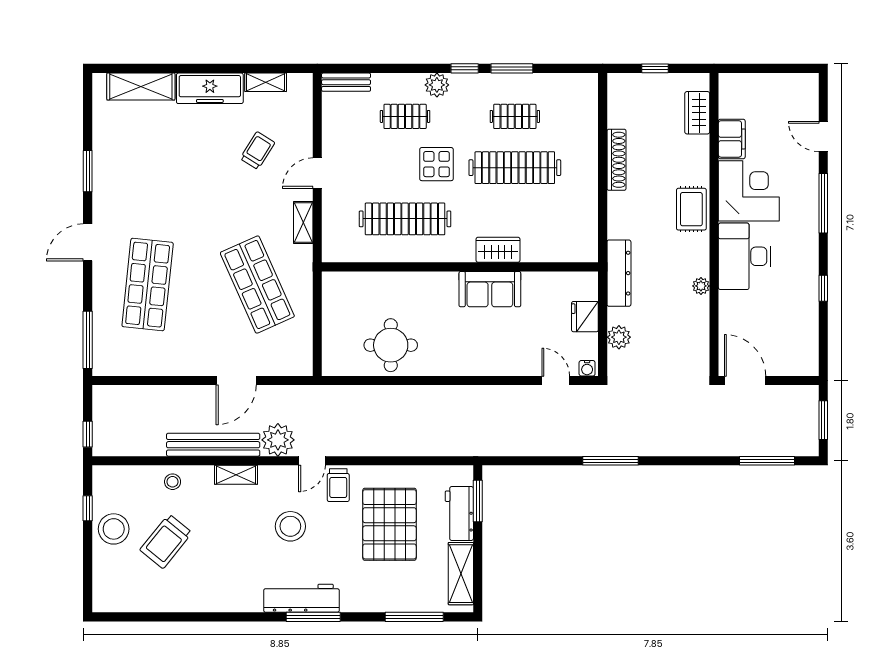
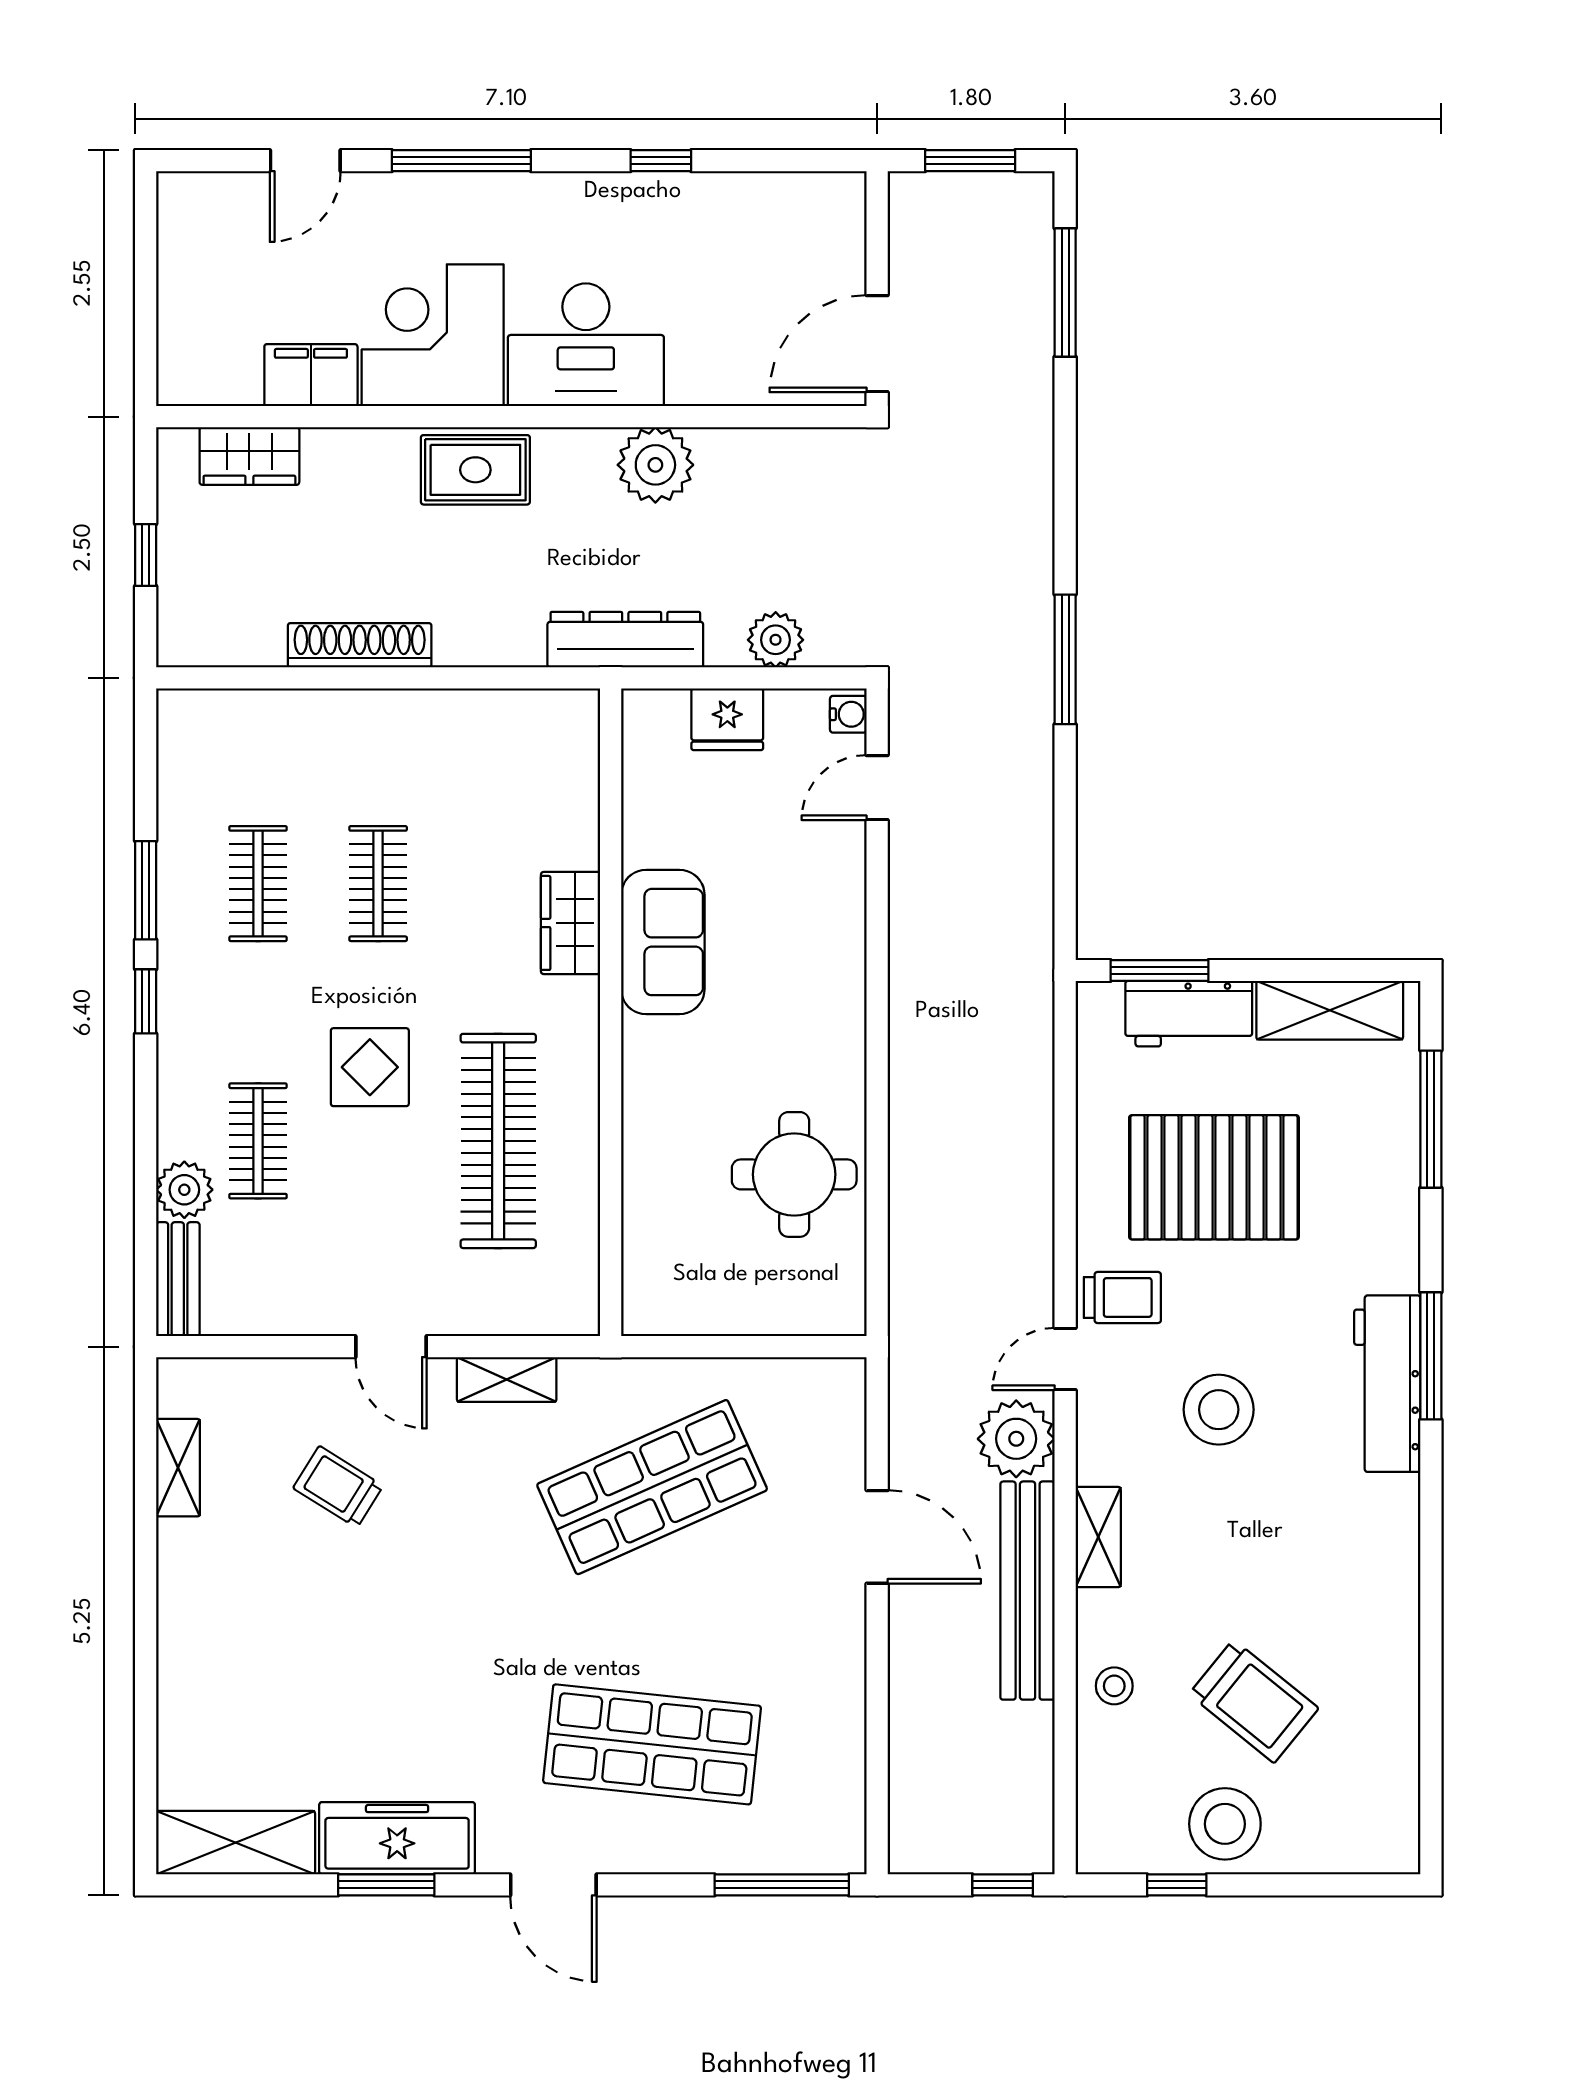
plant: (437, 85) -> (184, 1190), moved
shelving: (141, 86) -> (236, 1843), moved, turned 90
freezer: (210, 88) -> (397, 1838), moved, turned -90
clothes rail: (515, 168) -> (378, 884), width x0.54, depth x0.76
plant: (701, 286) -> (655, 465), width x1.88, depth x1.88
door: (312, 461) -> (1065, 1359), swing flipped

